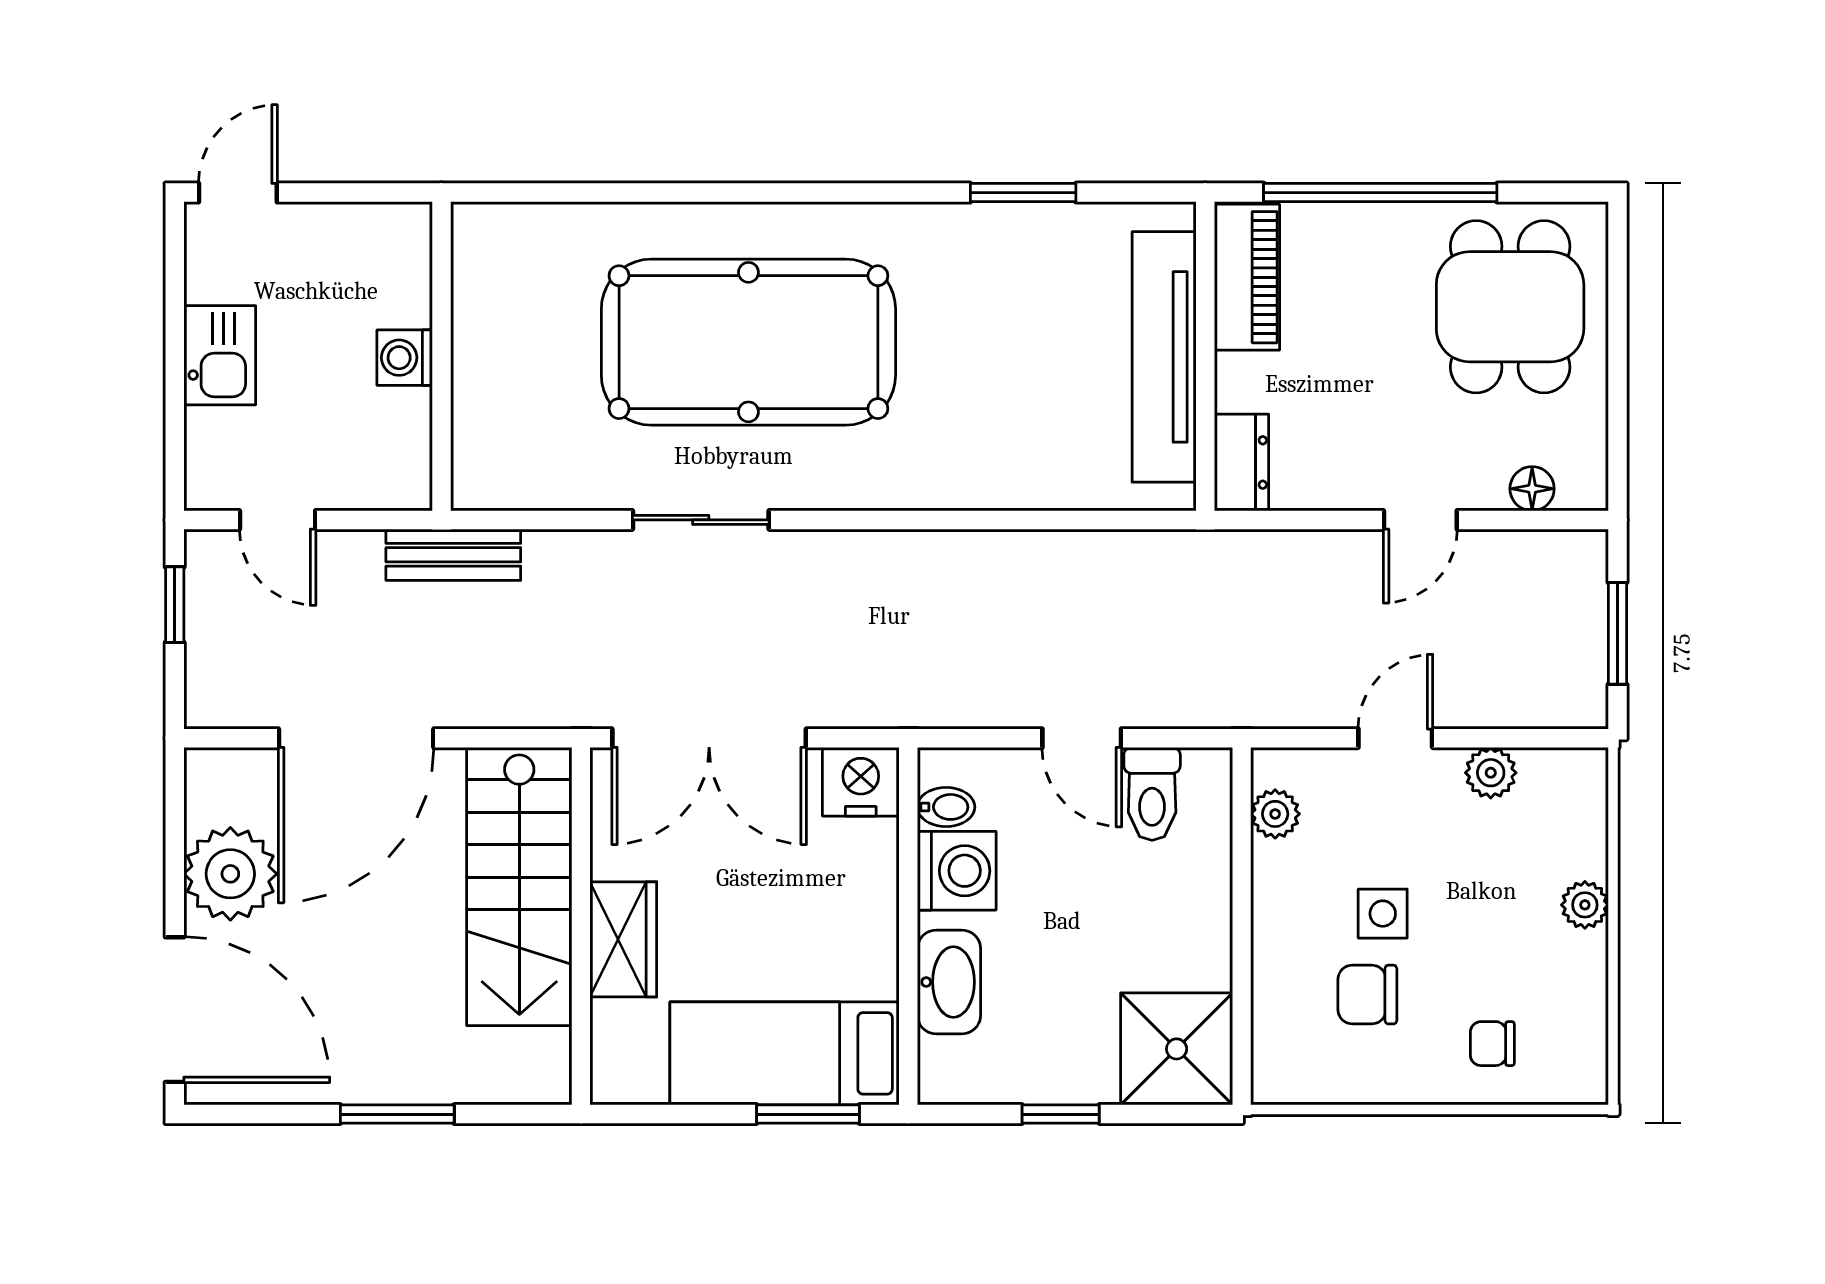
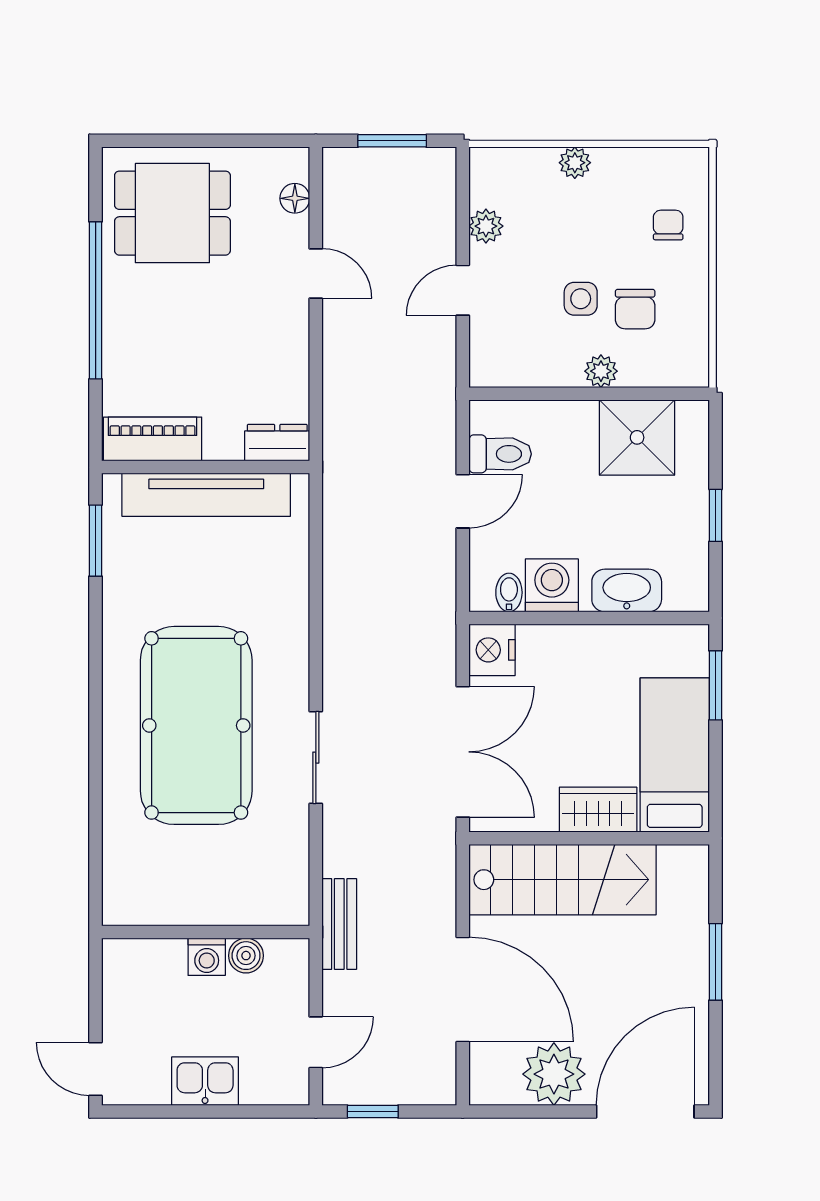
piano: (1247, 277) -> (153, 439), moved
wall: (1205, 356) -> (206, 467), moved
tv unit: (1164, 357) -> (206, 495), moved
boiler: (406, 416) -> (246, 956), added
dresser: (1242, 462) -> (277, 443), moved
door: (1395, 738) -> (463, 290), hinge flipped
plant: (1275, 814) -> (601, 371), moved
chair: (1492, 1044) -> (668, 225), turned 180
shower: (1177, 1049) -> (637, 437), moved
bed: (785, 1053) -> (675, 755), moved, turned 180

